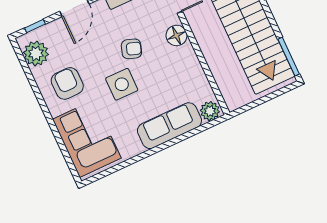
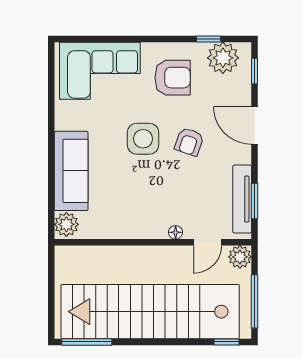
floor lamp: (176, 35) -> (176, 232), width x0.53, depth x0.53
armchair: (131, 49) -> (189, 142), moved
window: (27, 70) -> (209, 39), added

